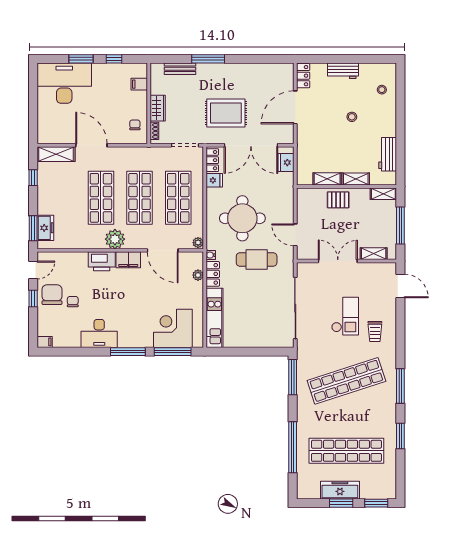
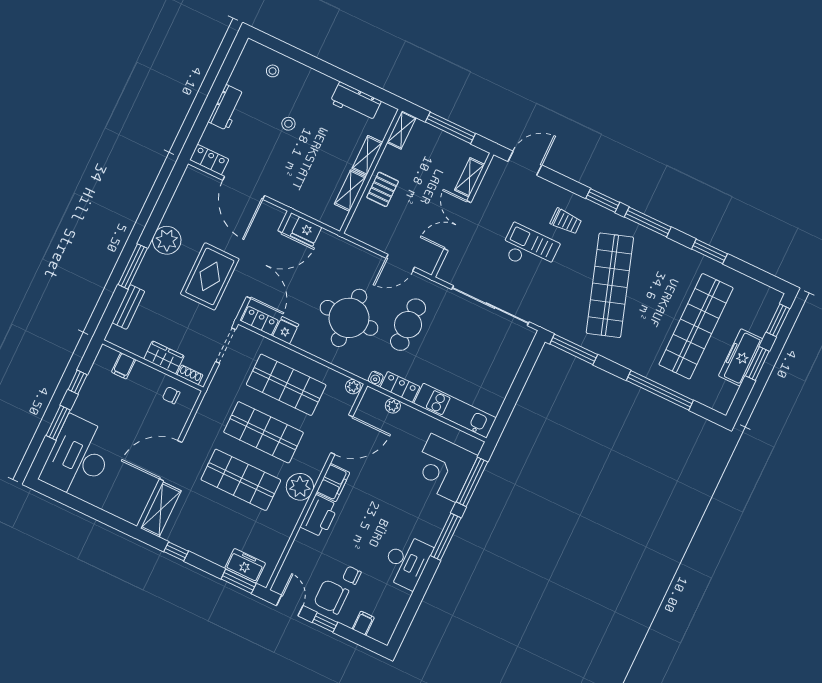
plant: (236, 73) -> (167, 240), added
filing cabinet: (45, 342) -> (363, 623), moved
window: (400, 349) -> (603, 200), added

